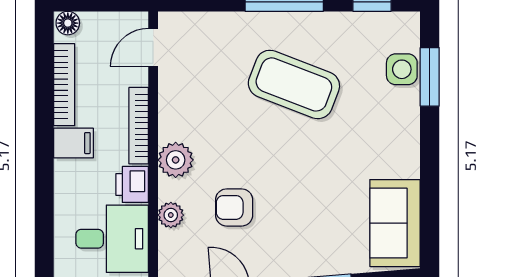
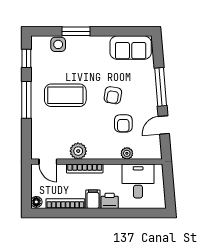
window: (430, 77) -> (76, 31), moved
coffee table: (294, 84) -> (65, 95), turned 69
plant: (176, 160) -> (78, 151), moved
printer: (132, 184) -> (110, 201), moved, turned 180
armchair: (294, 185) -> (113, 95), added

